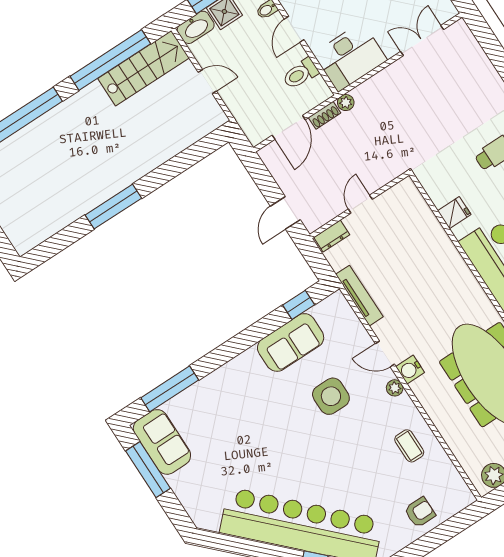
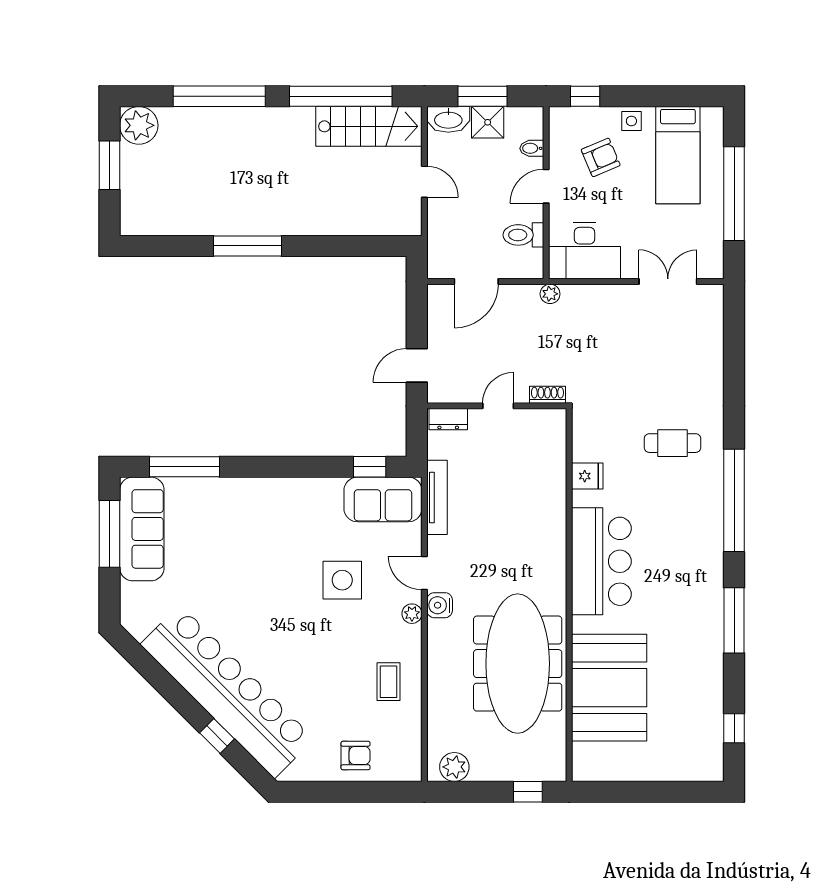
shoe rack: (325, 115) -> (547, 395), moved, turned 180
sofa: (291, 342) -> (383, 499), moved
sofa: (162, 442) -> (142, 529), width x1.36

